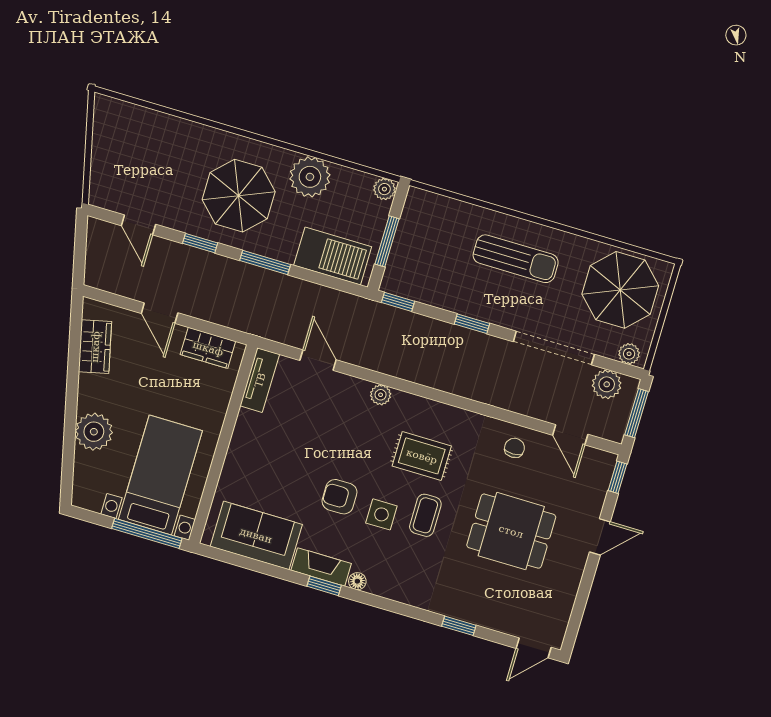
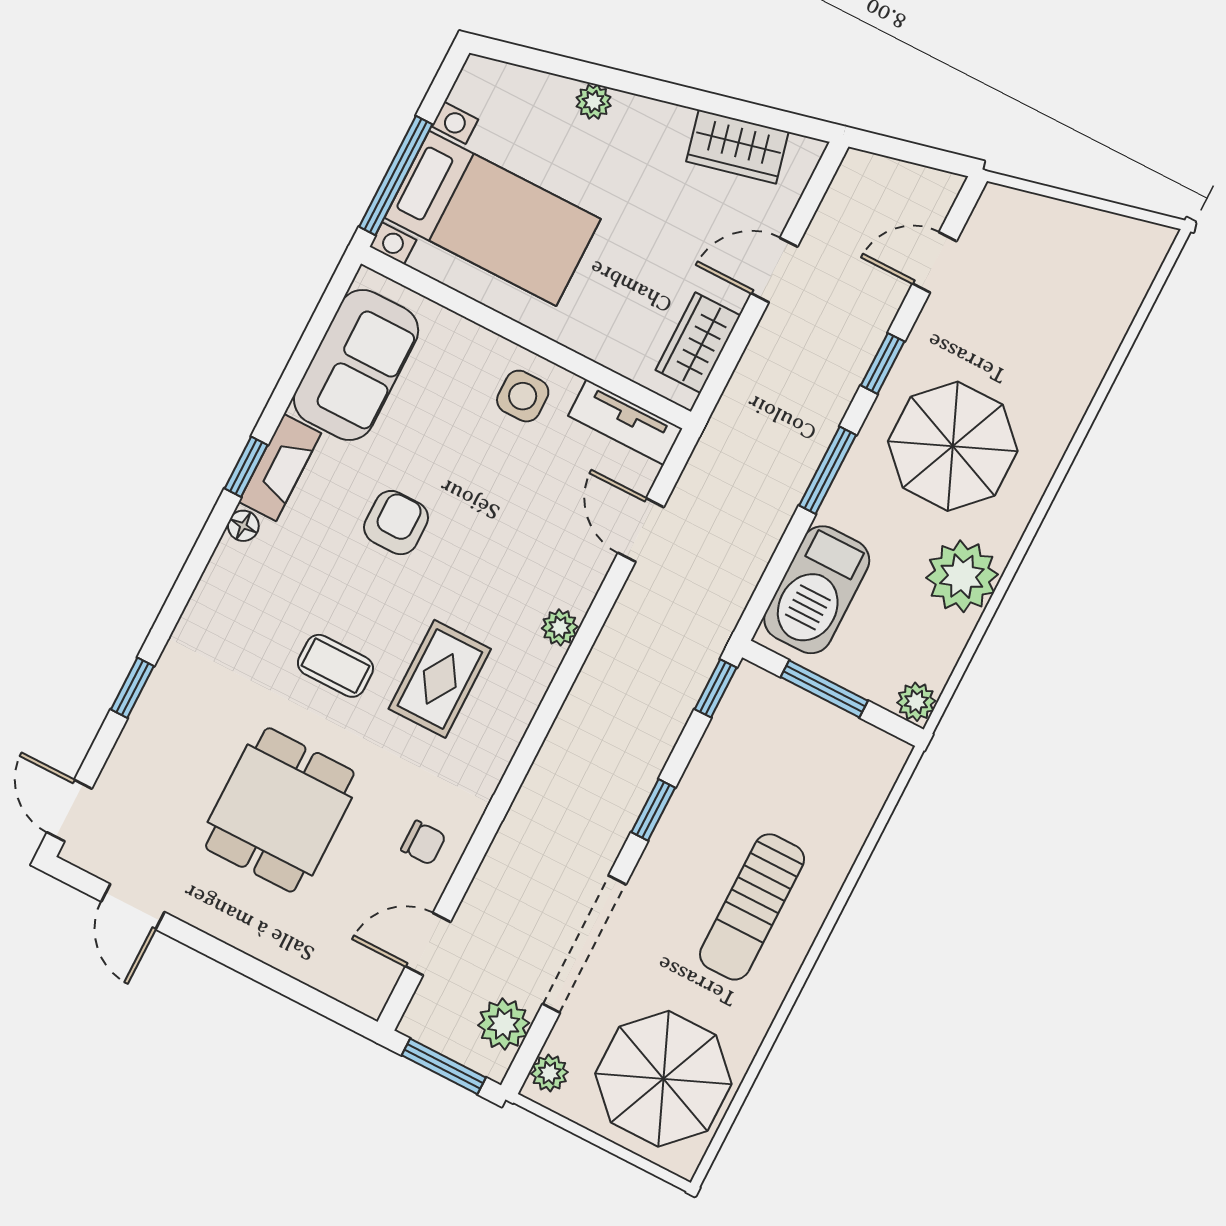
door: (318, 360) -> (641, 530), swing flipped
plant: (94, 432) -> (594, 102), width x0.53, depth x0.53
window: (617, 477) -> (338, 1012), removed
side table: (381, 514) -> (523, 396), moved
door: (600, 537) -> (133, 907), moved

